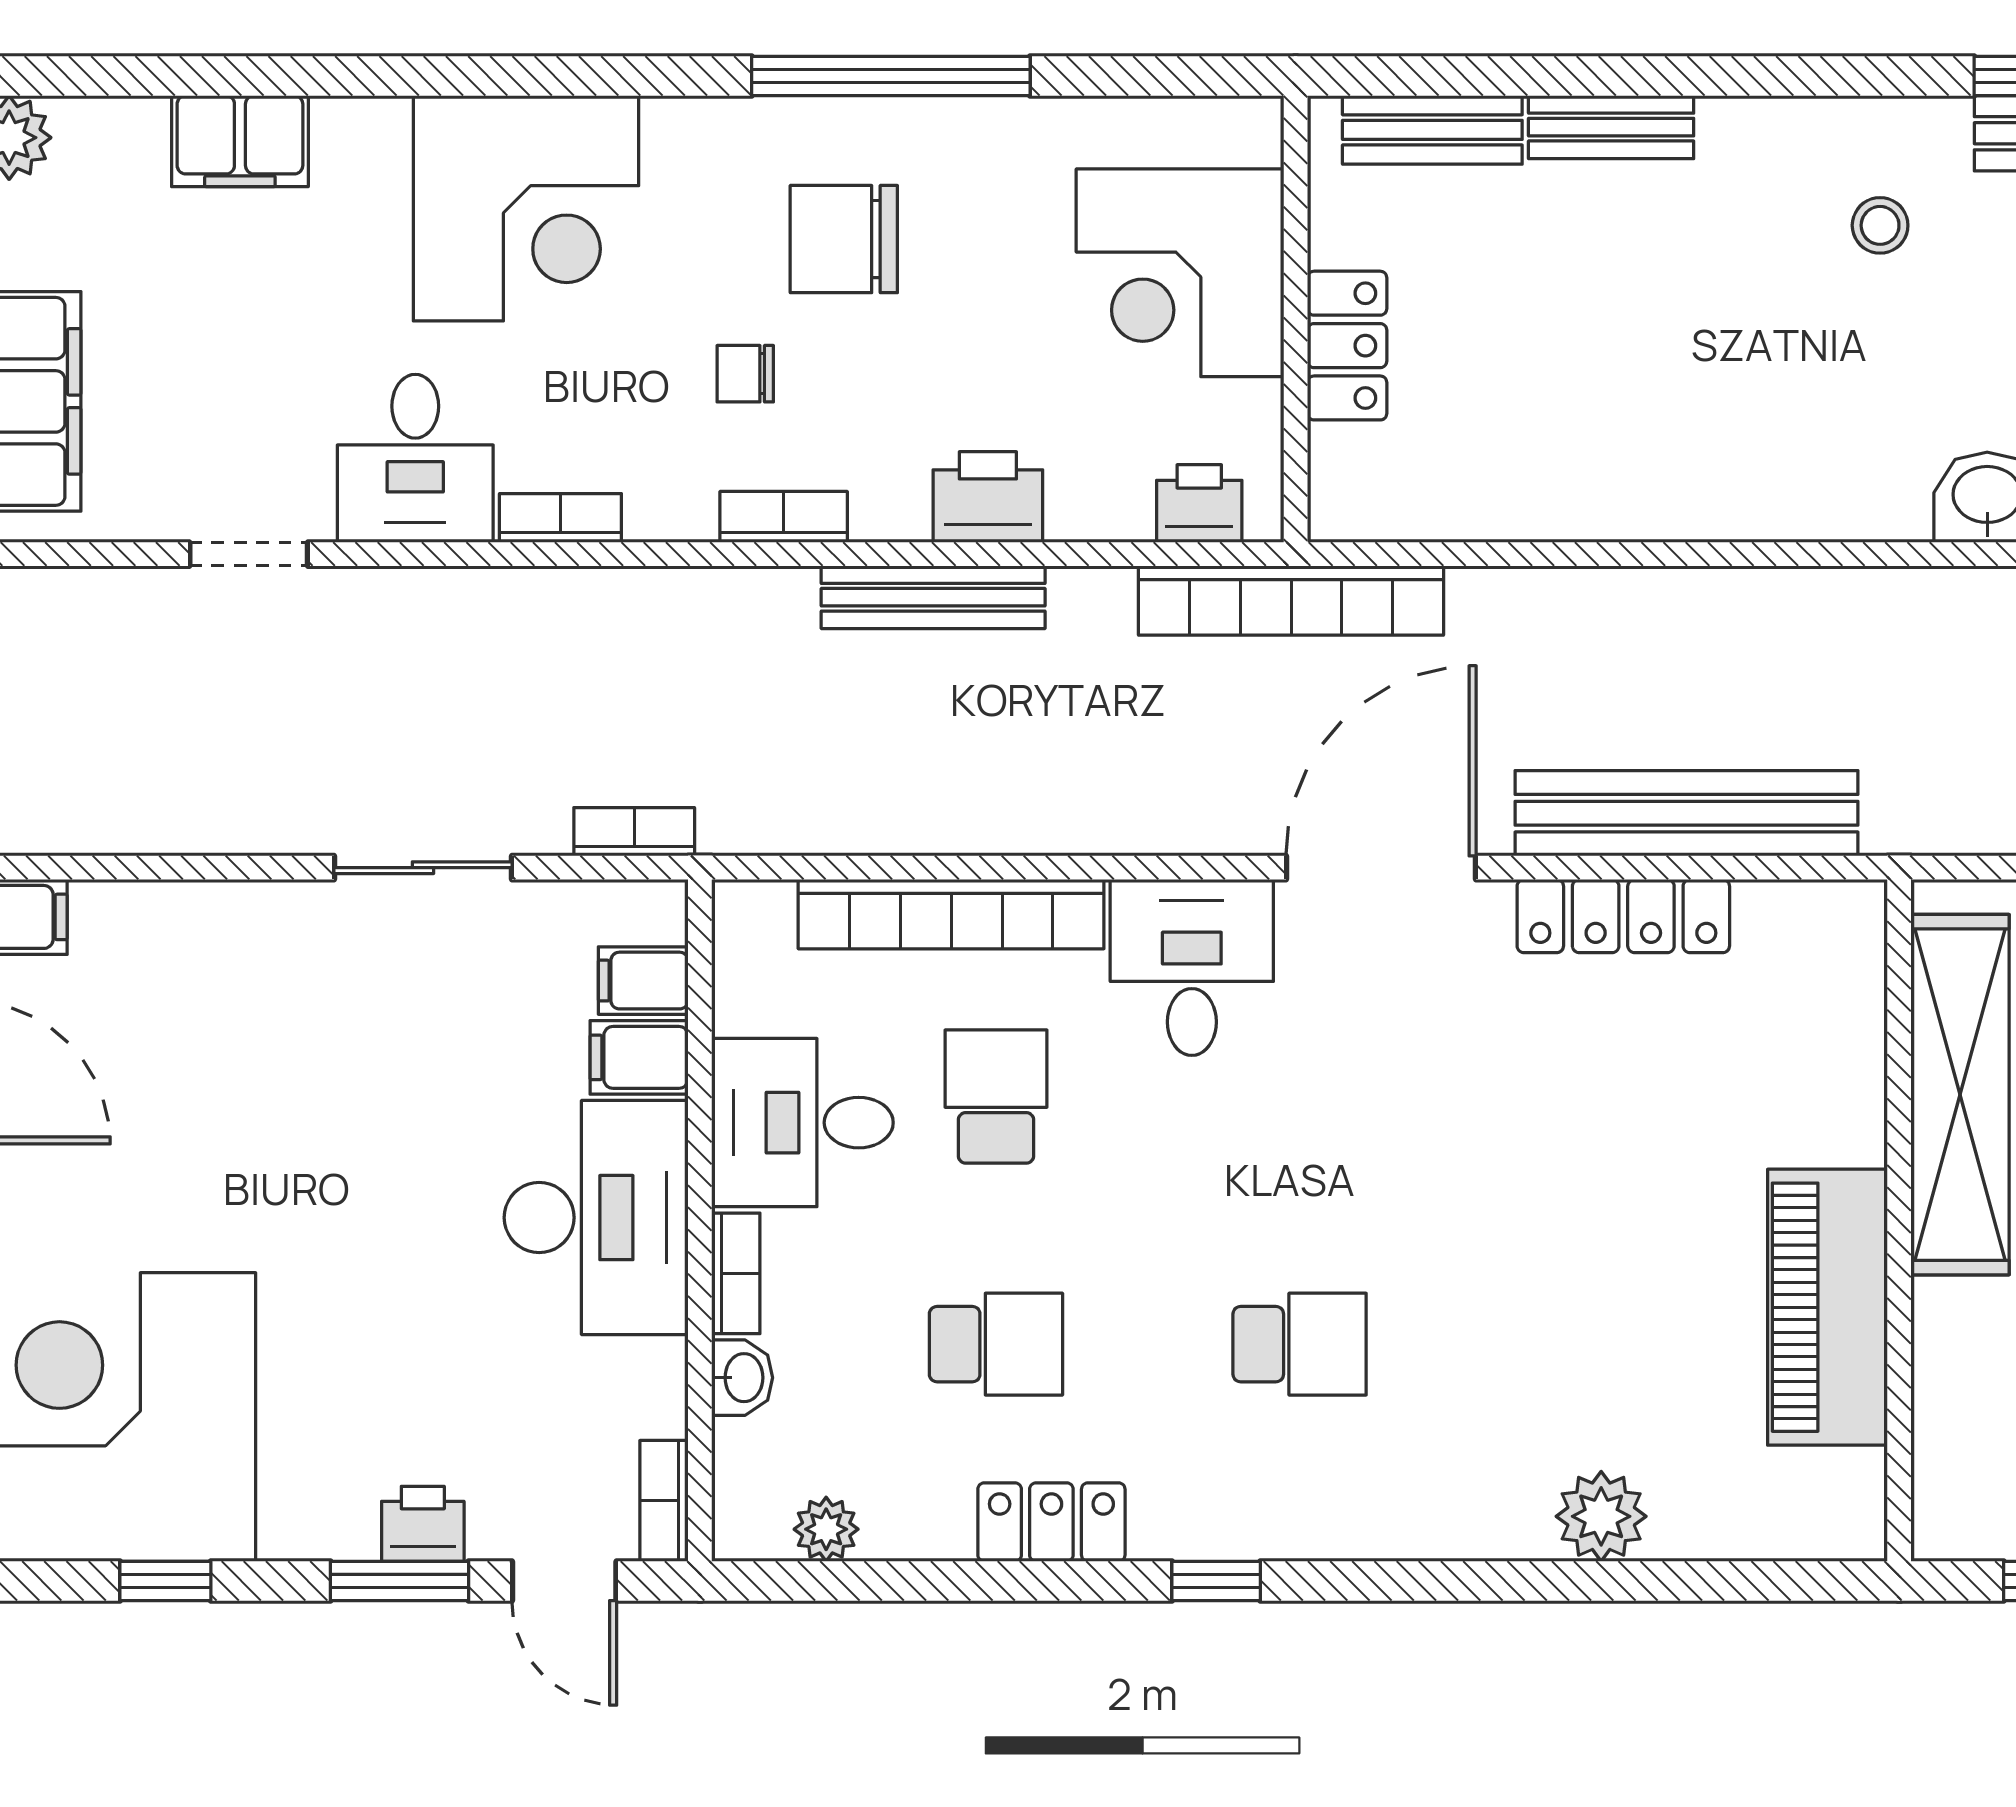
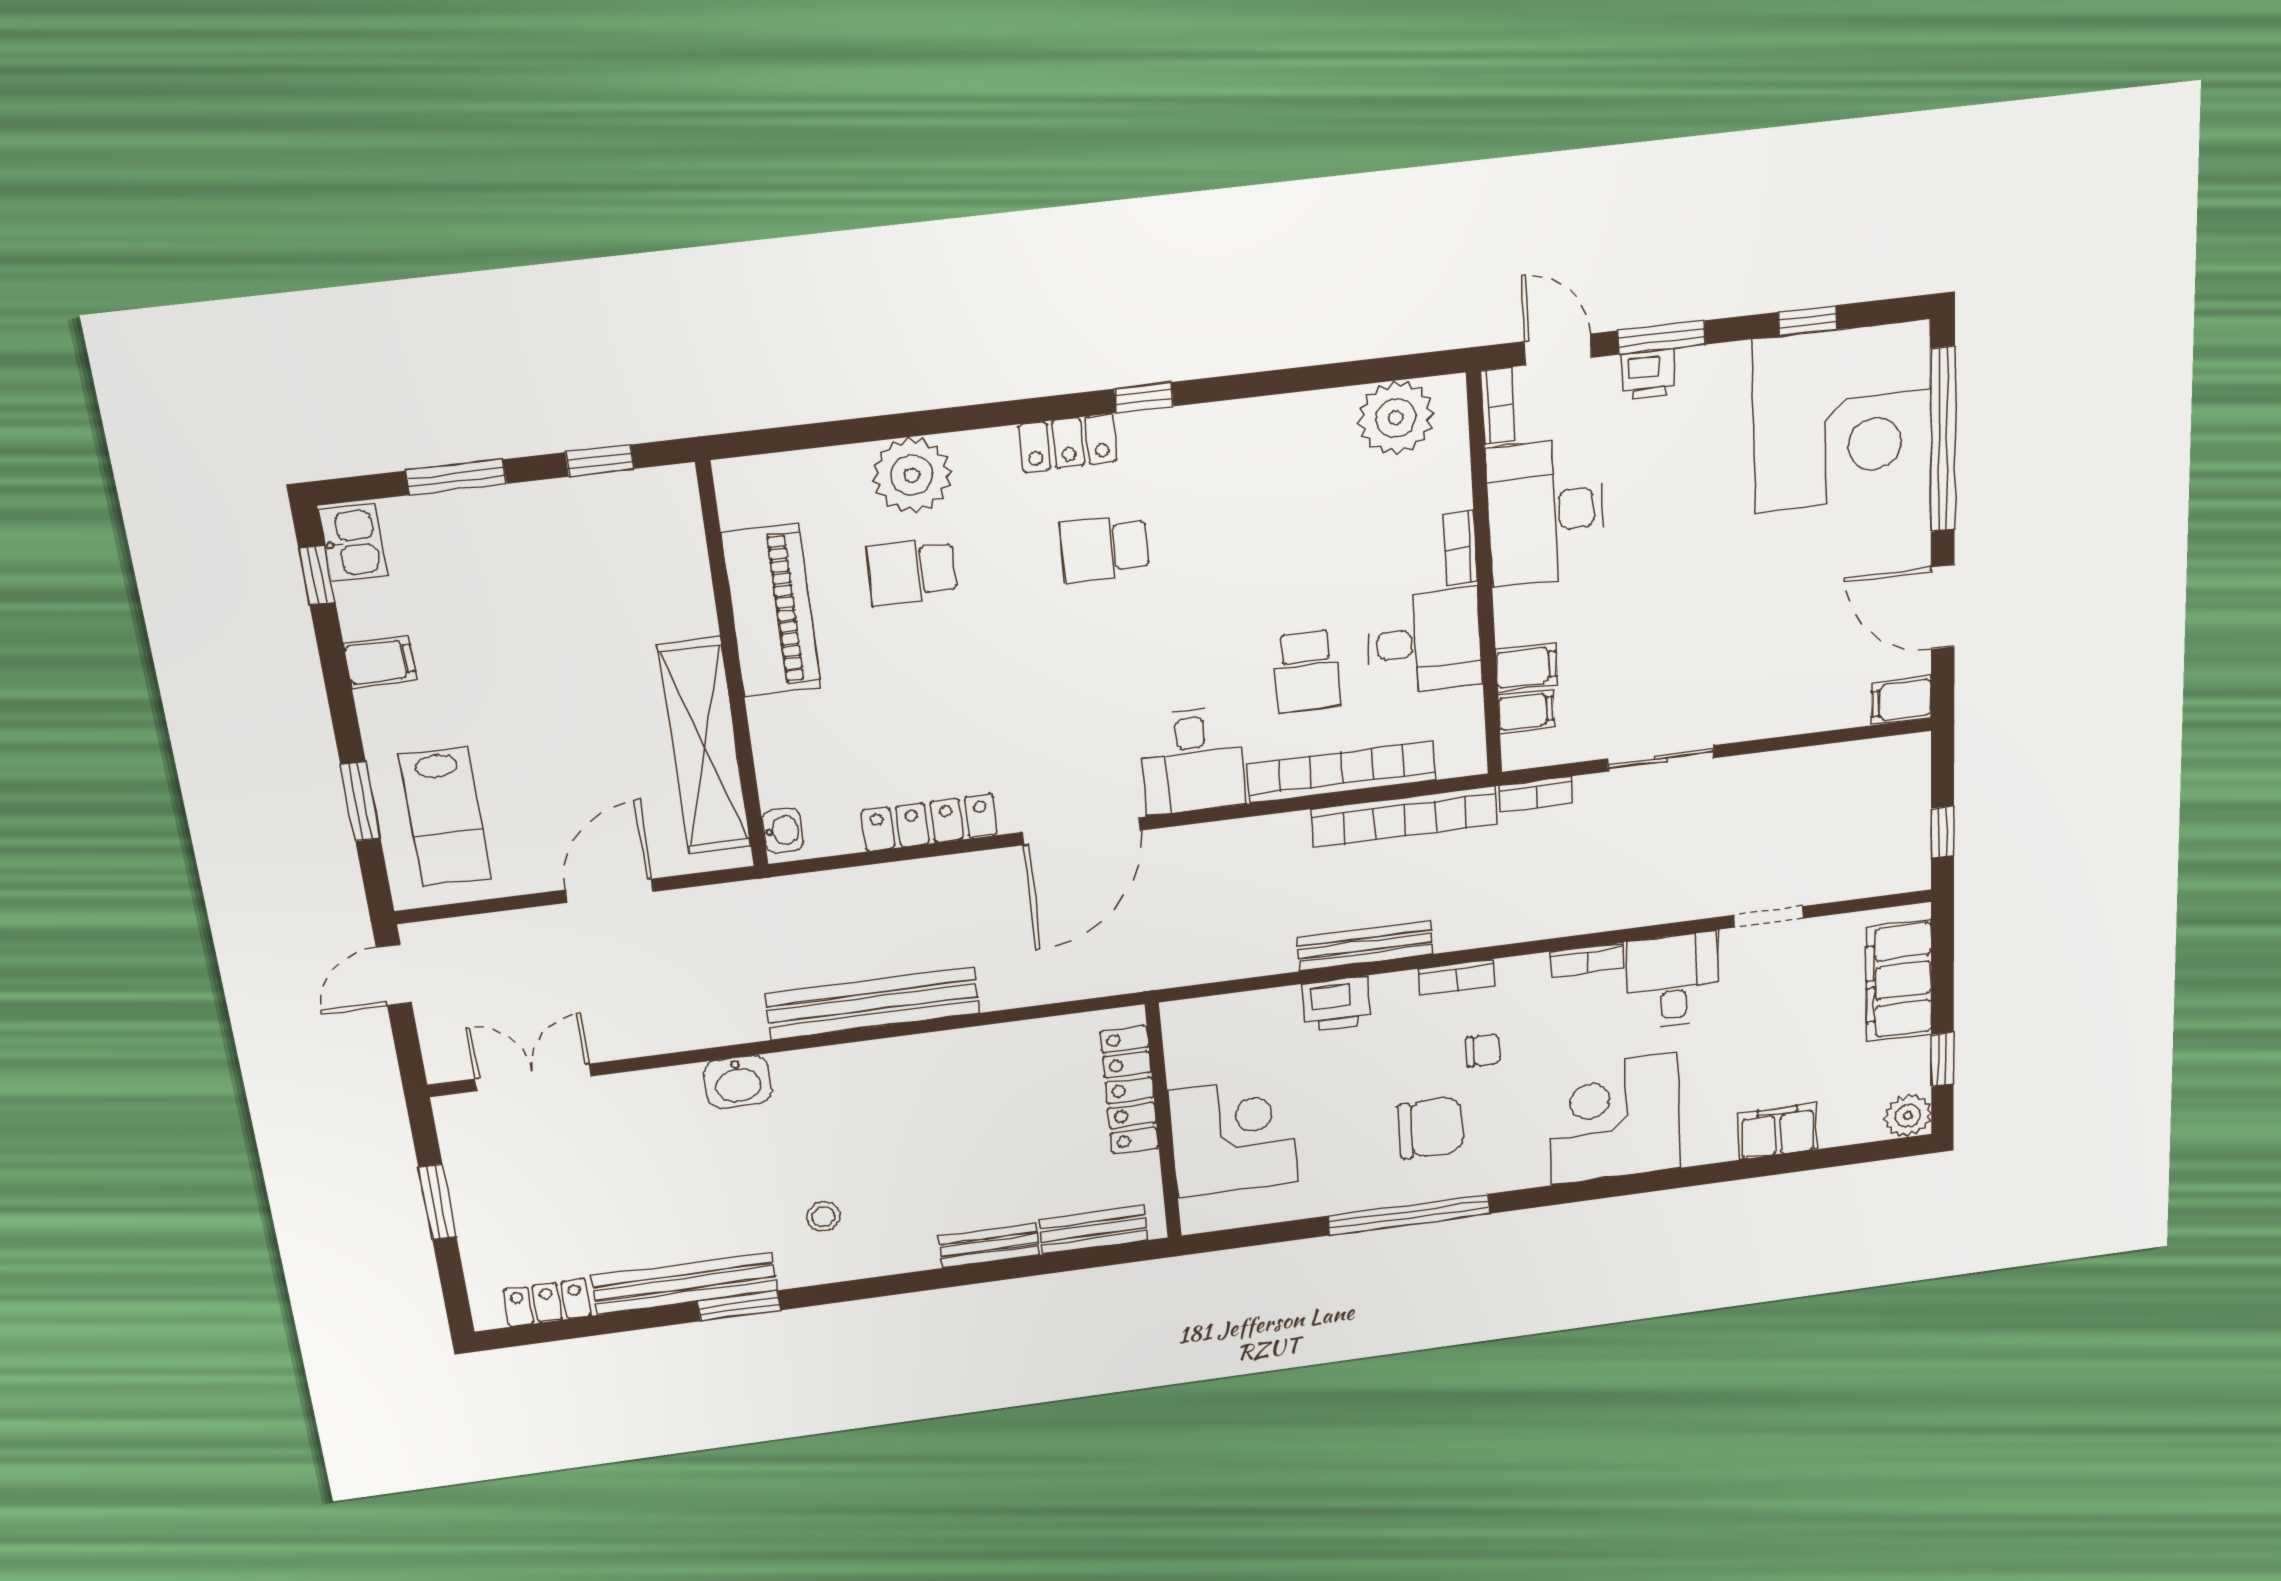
locker: (1347, 346) -> (1129, 1090), width x1.53
printer: (1199, 504) -> (1211, 1017), removed
bookcase: (1291, 600) -> (1404, 817), moved, turned 180
bench: (1687, 813) -> (872, 1003), moved
desk: (596, 1218) -> (1545, 512), moved
school desk: (996, 1344) -> (912, 571), moved
washbasin: (742, 1378) -> (783, 831), moved, turned 180
plant: (1601, 1516) -> (912, 475), width x1.36, depth x1.36
locker: (1051, 1522) -> (1068, 443), moved
plant: (826, 1529) -> (1396, 418), width x1.88, depth x1.88

